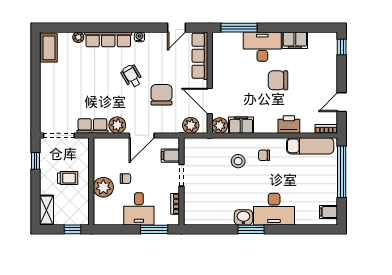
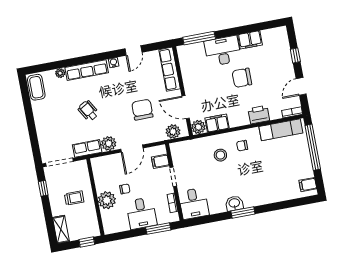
door: (177, 28) -> (133, 50), moved
window: (342, 47) -> (295, 55), moved
wheelchair: (132, 76) -> (88, 111), moved
desk: (274, 209) -> (194, 203), moved, width x0.73

